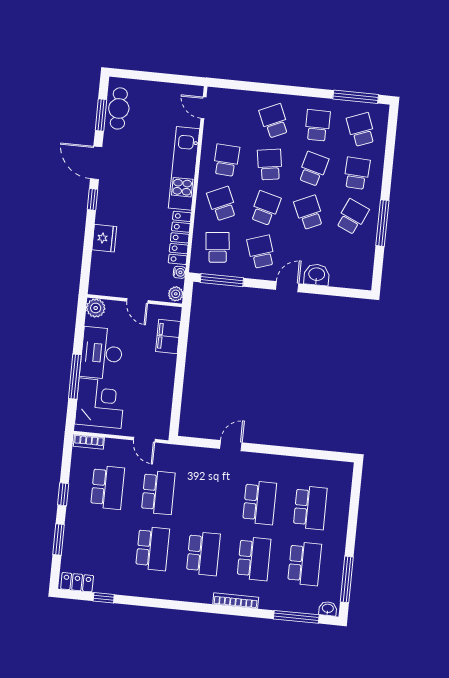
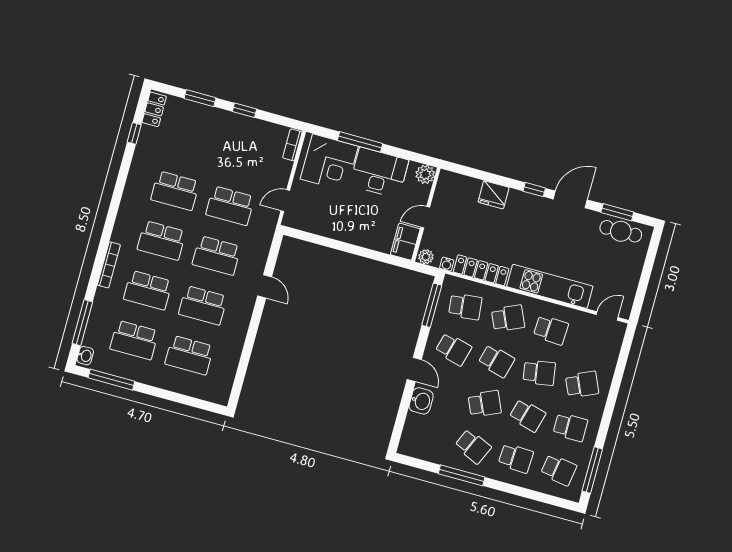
school desk: (361, 130) -> (559, 470), turned 30
school desk: (261, 252) -> (453, 349), turned 33
filing cabinet: (168, 336) -> (405, 242), moved, turned -90
school desk: (108, 487) -> (217, 256), moved

